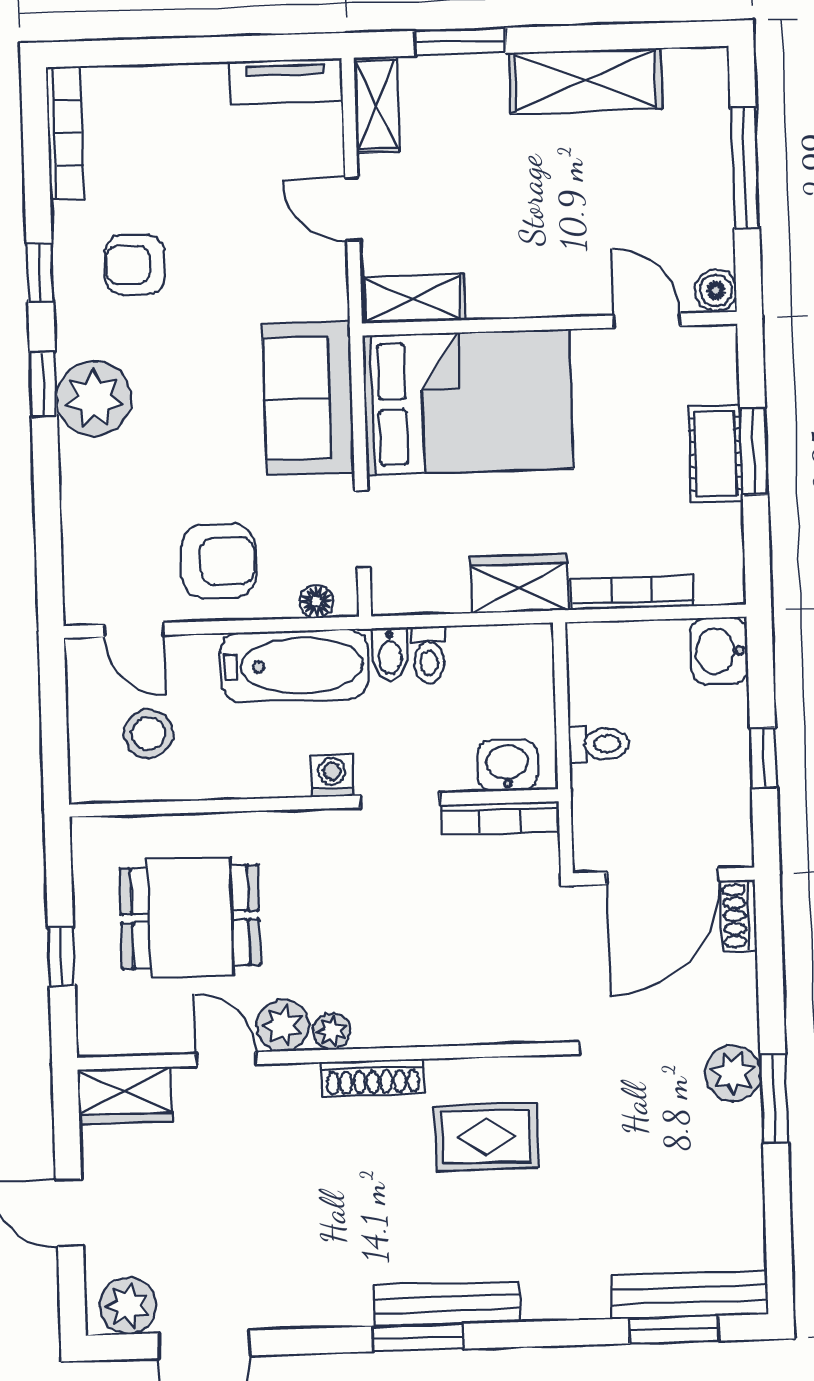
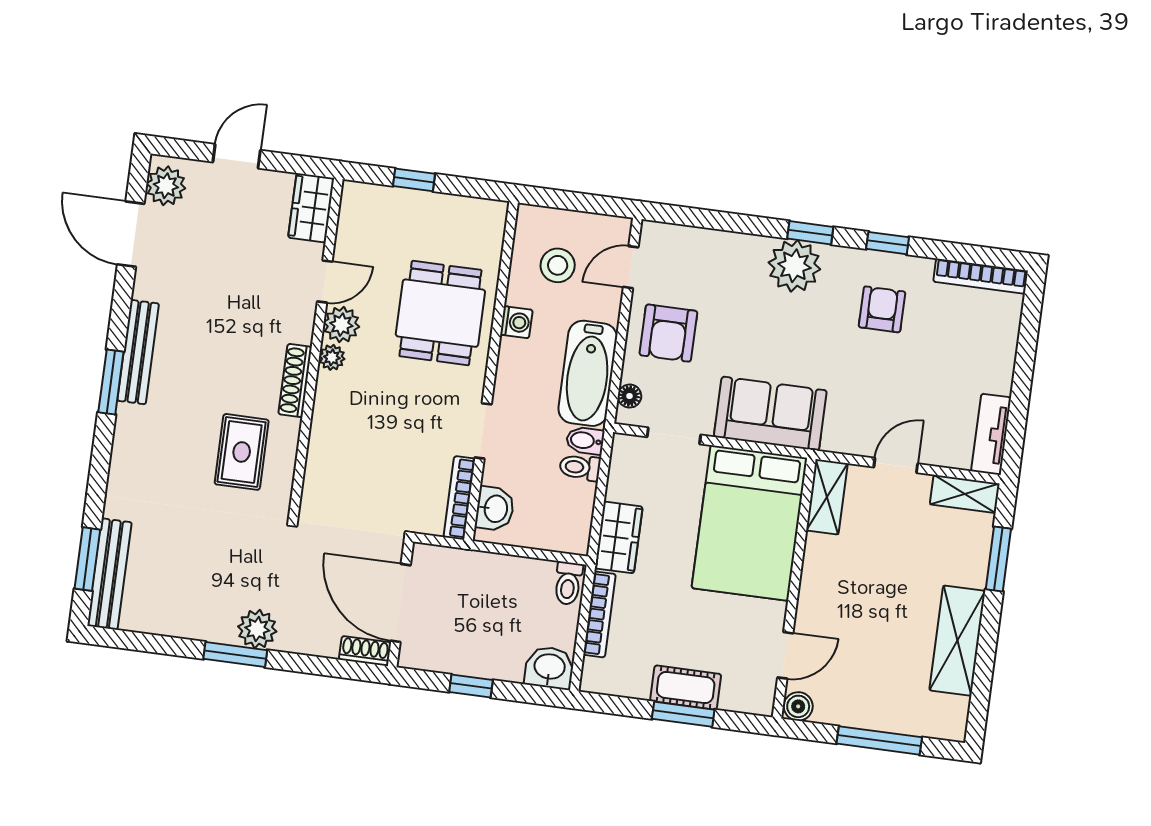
toilet: (599, 744) -> (568, 583), moved
washing machine: (332, 776) -> (516, 322), moved
dining table: (190, 917) -> (440, 313), moved
bench: (447, 1304) -> (138, 352), moved

